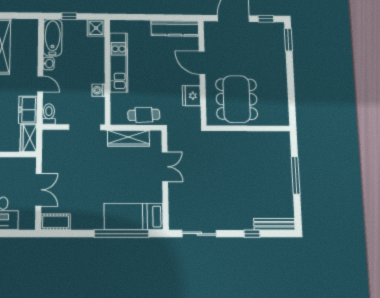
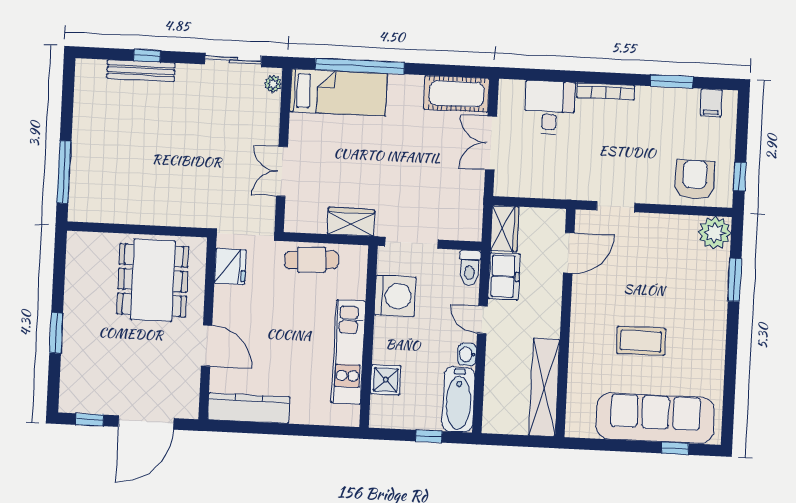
shower: (96, 28) -> (386, 380), moved
window: (288, 40) -> (56, 333), moved
washing machine: (98, 90) -> (395, 296), width x1.89, depth x1.89
fridge: (191, 96) -> (230, 266), moved
wardrobe: (129, 138) -> (351, 222), width x0.67
window: (296, 175) -> (64, 172), moved
plant: (174, 220) -> (273, 84), added
cot: (55, 222) -> (457, 94), width x1.37, depth x1.34
bench: (274, 224) -> (141, 71), moved

